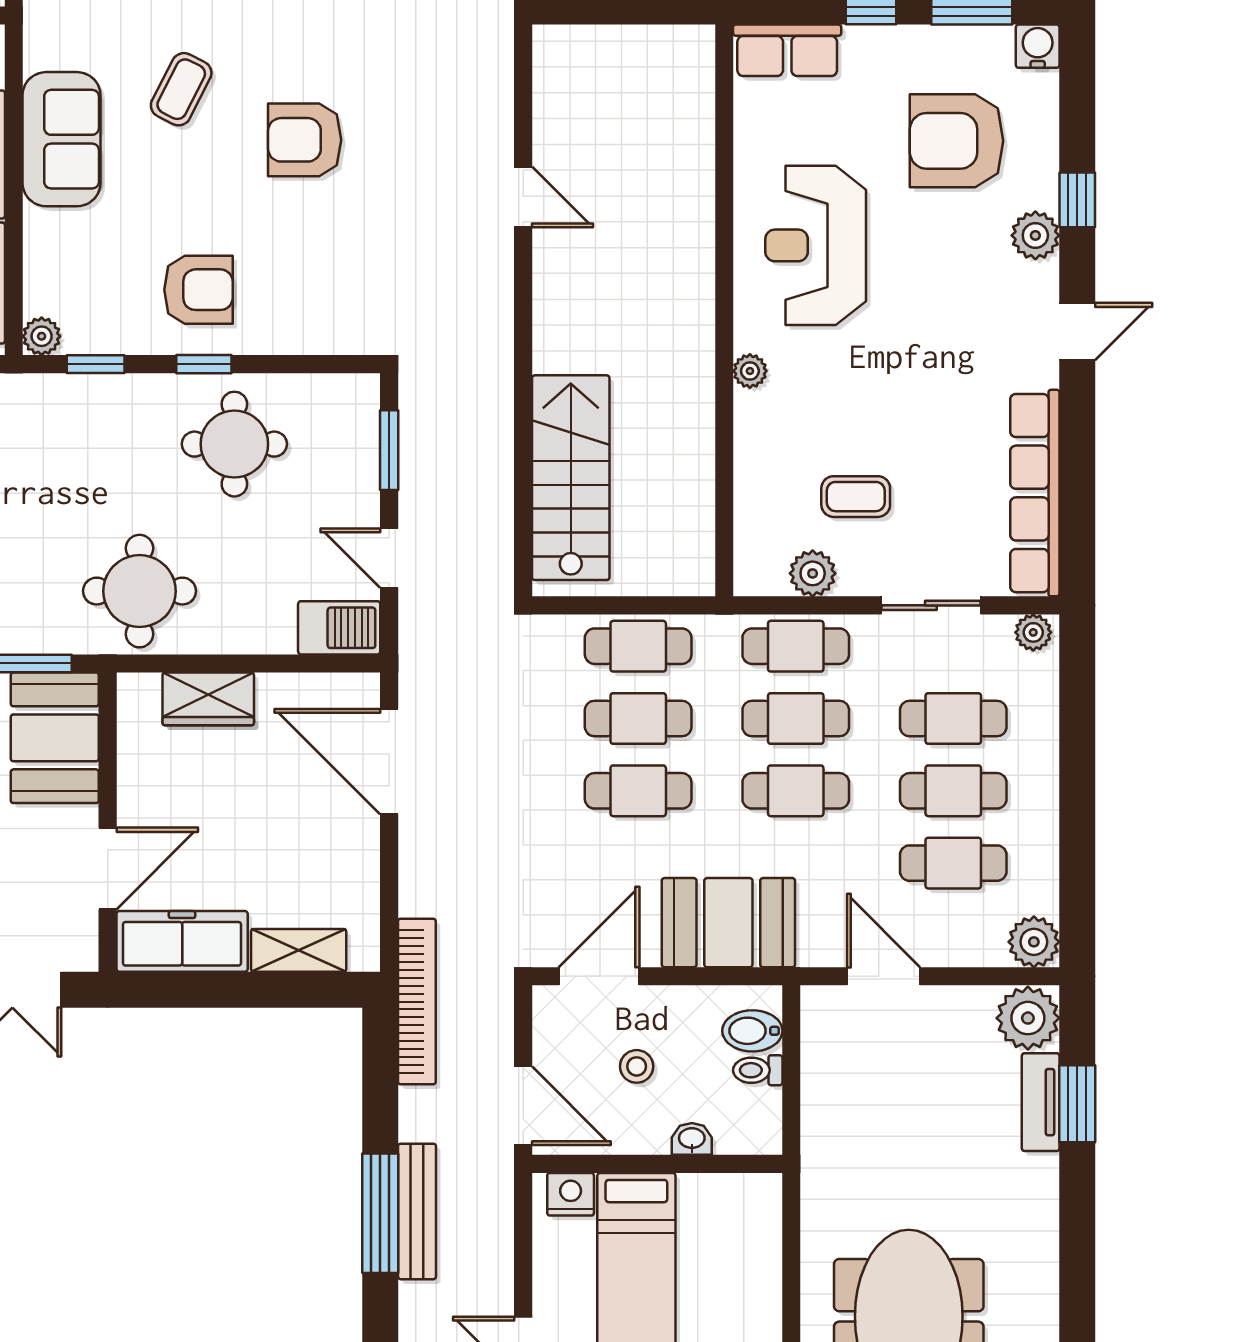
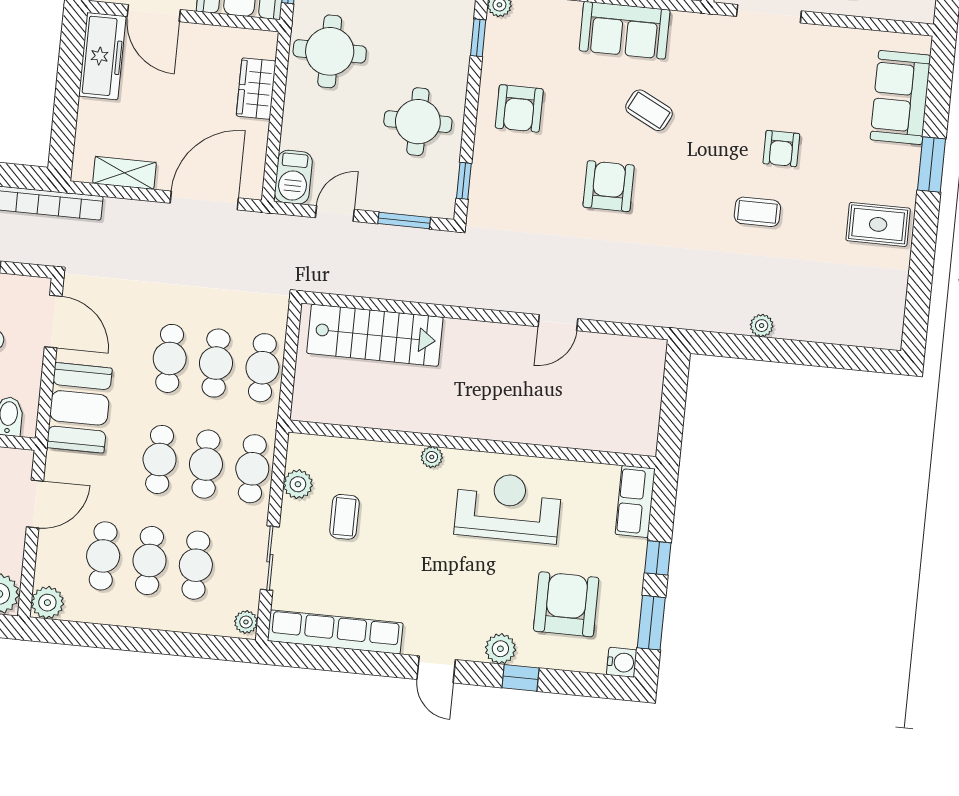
window: (204, 364) -> (464, 181), moved
shelving: (299, 950) -> (124, 173), moved, turned 90

